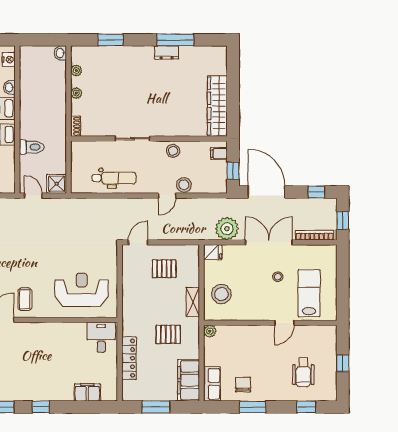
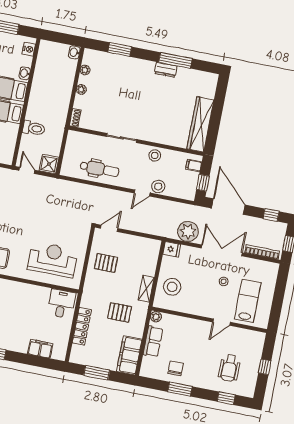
pallet: (164, 269) -> (106, 263), moved
row of seats: (212, 384) -> (153, 341), moved

